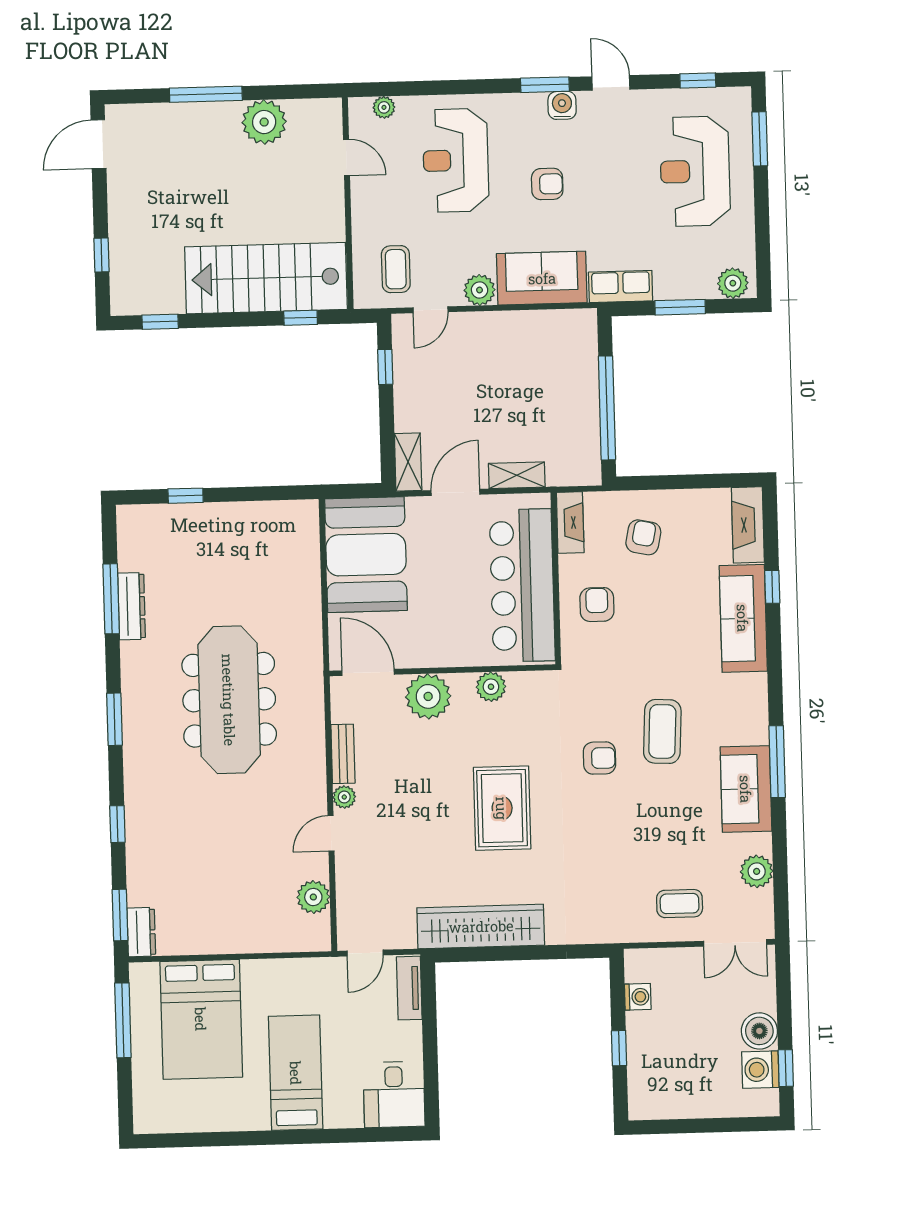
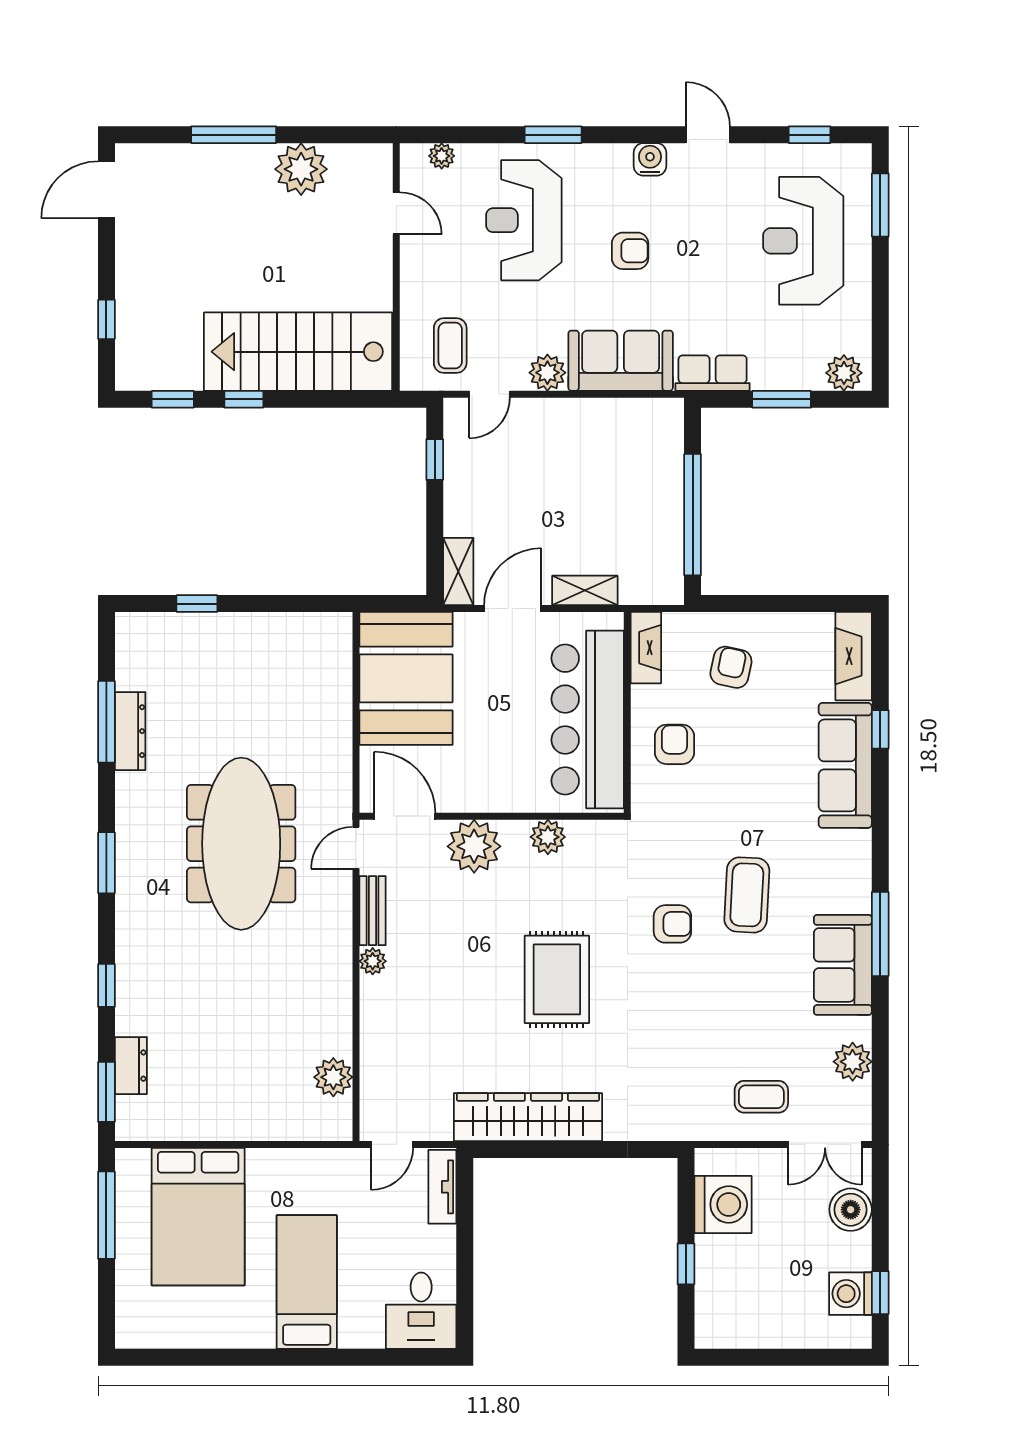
window: (545, 85) -> (553, 135), moved
window: (301, 318) -> (244, 399), moved
door: (331, 833) -> (356, 848), moved
dresser: (141, 932) -> (131, 1066), moved
washing machine: (638, 997) -> (723, 1204), width x1.89, depth x1.89
boiler: (759, 1031) -> (851, 1210), moved

